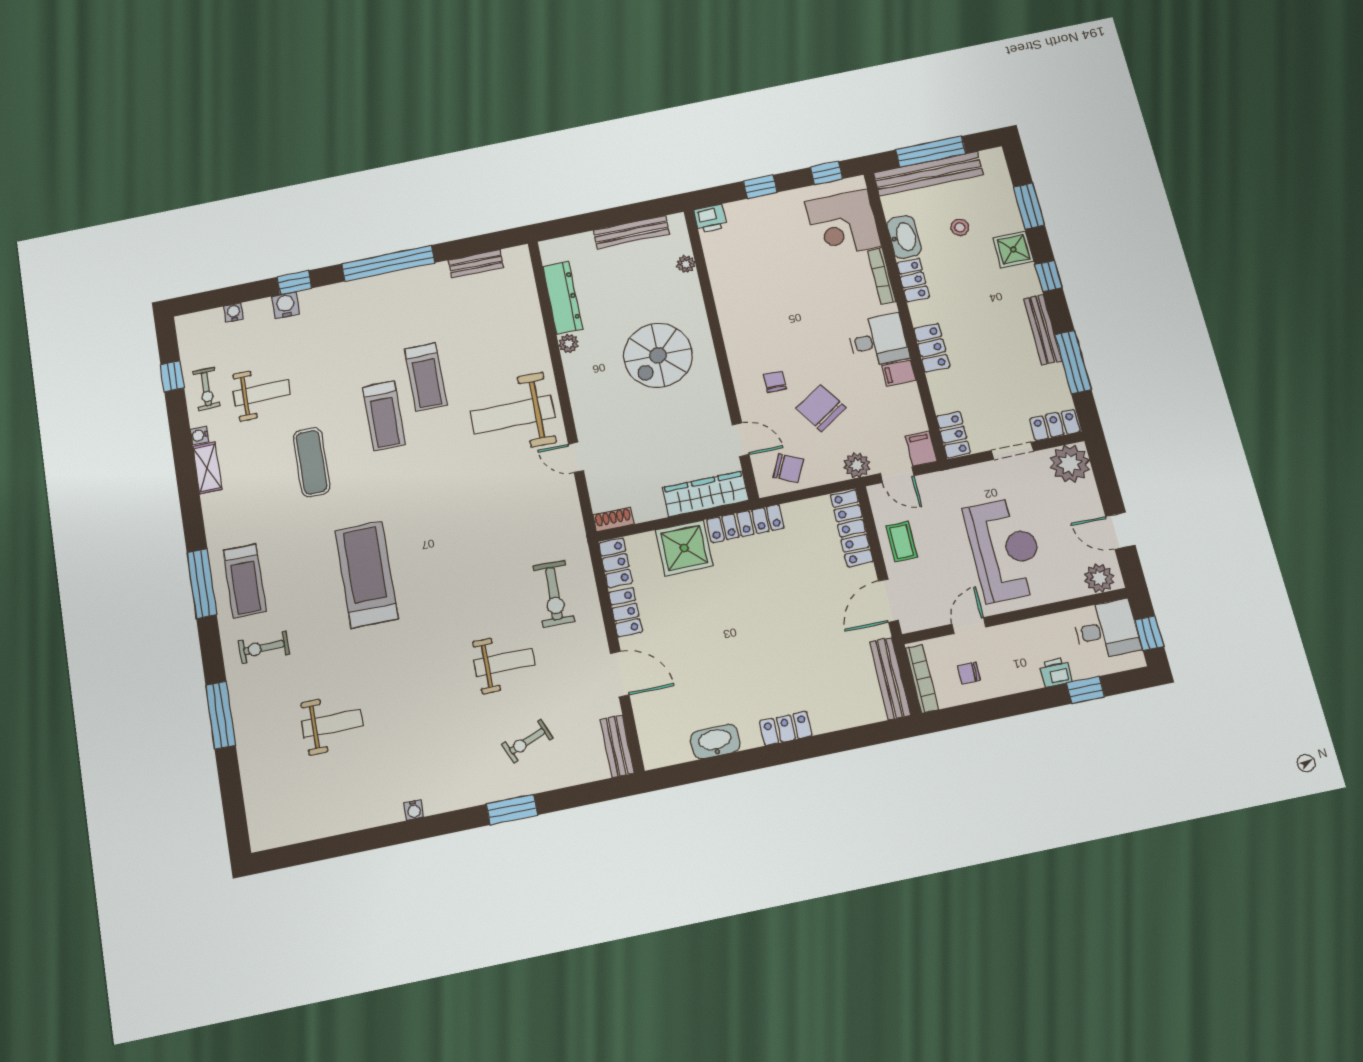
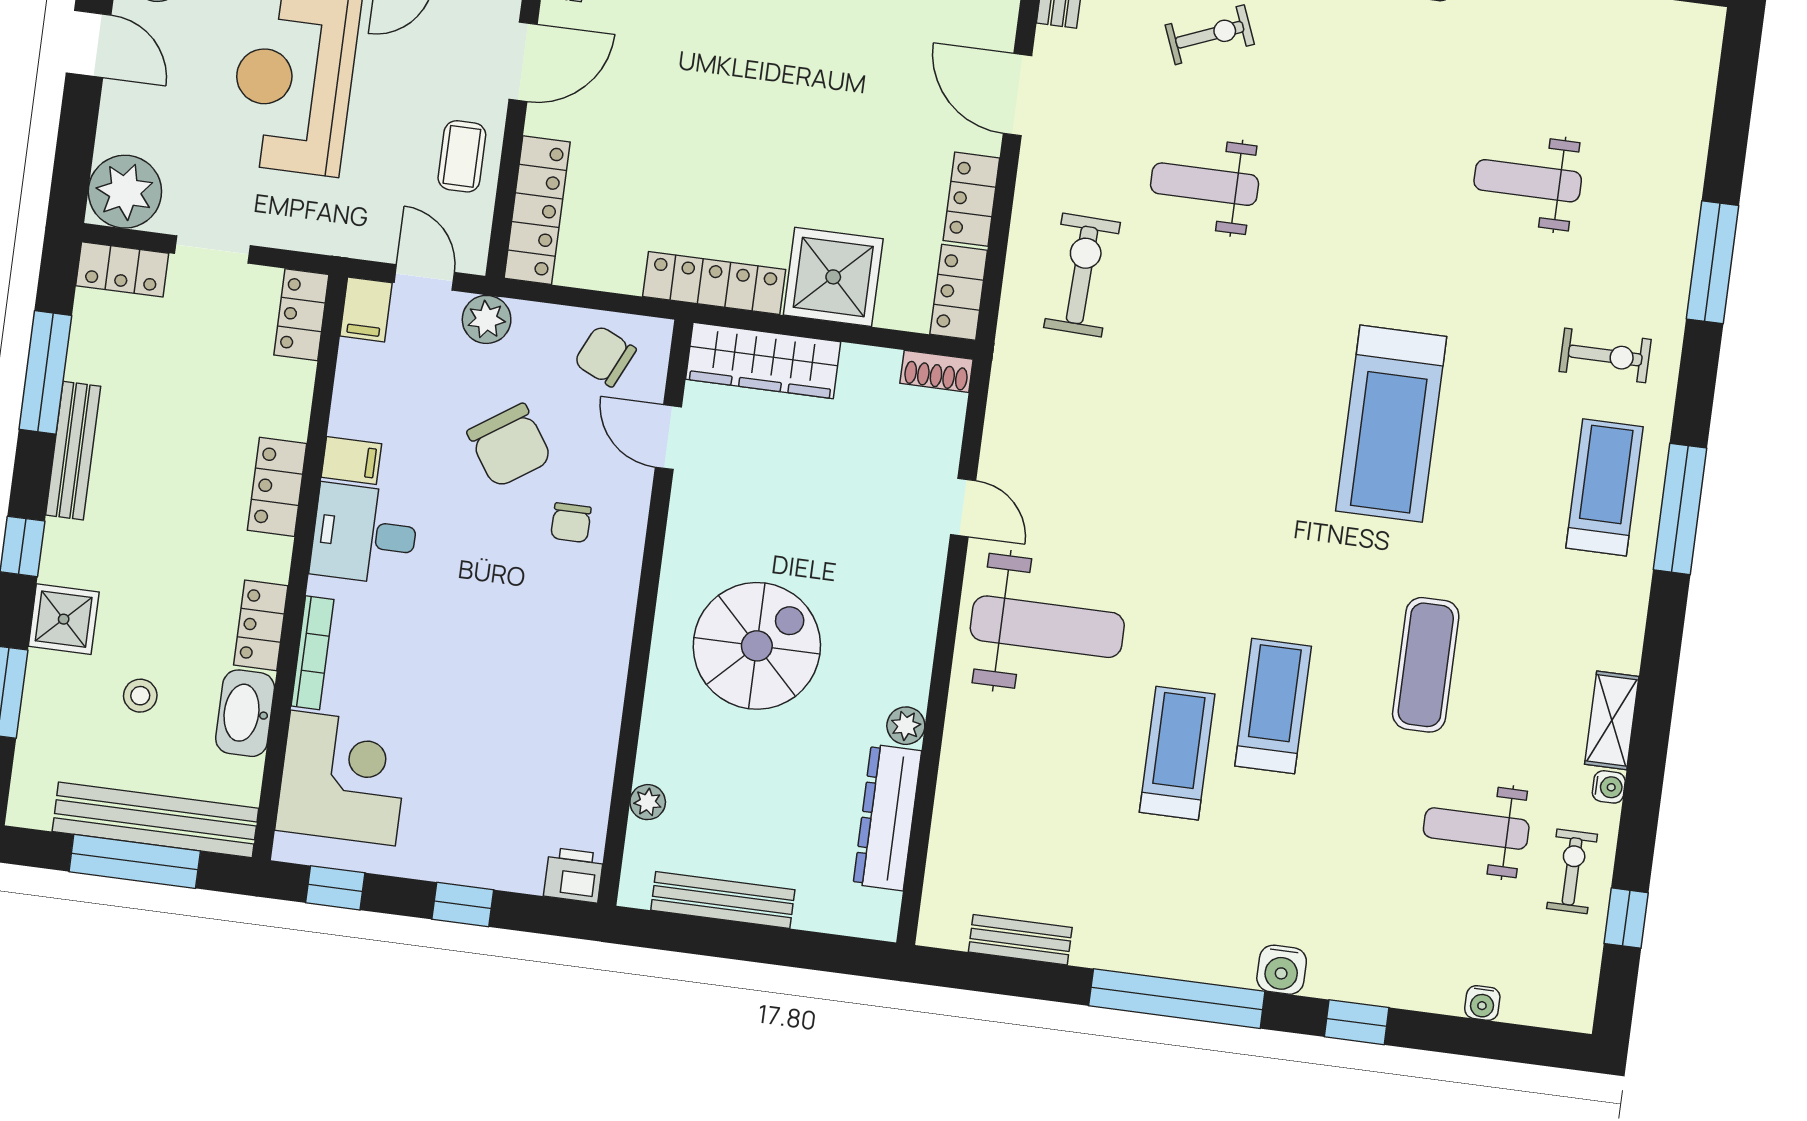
water cooler: (286, 305) -> (1282, 970), moved

